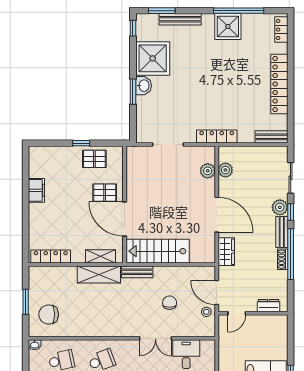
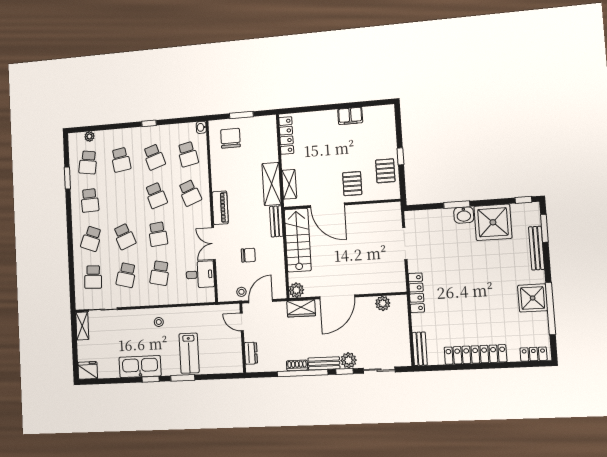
plant: (208, 171) -> (296, 290), moved
door: (125, 219) -> (327, 205), swing flipped
piano: (119, 329) -> (220, 208), added

